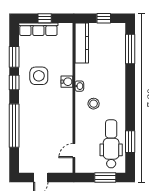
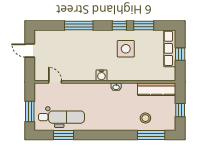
water cooler: (67, 82) -> (101, 75), moved
stool: (94, 104) -> (145, 118), moved
window: (14, 126) -> (79, 25), width x0.68

